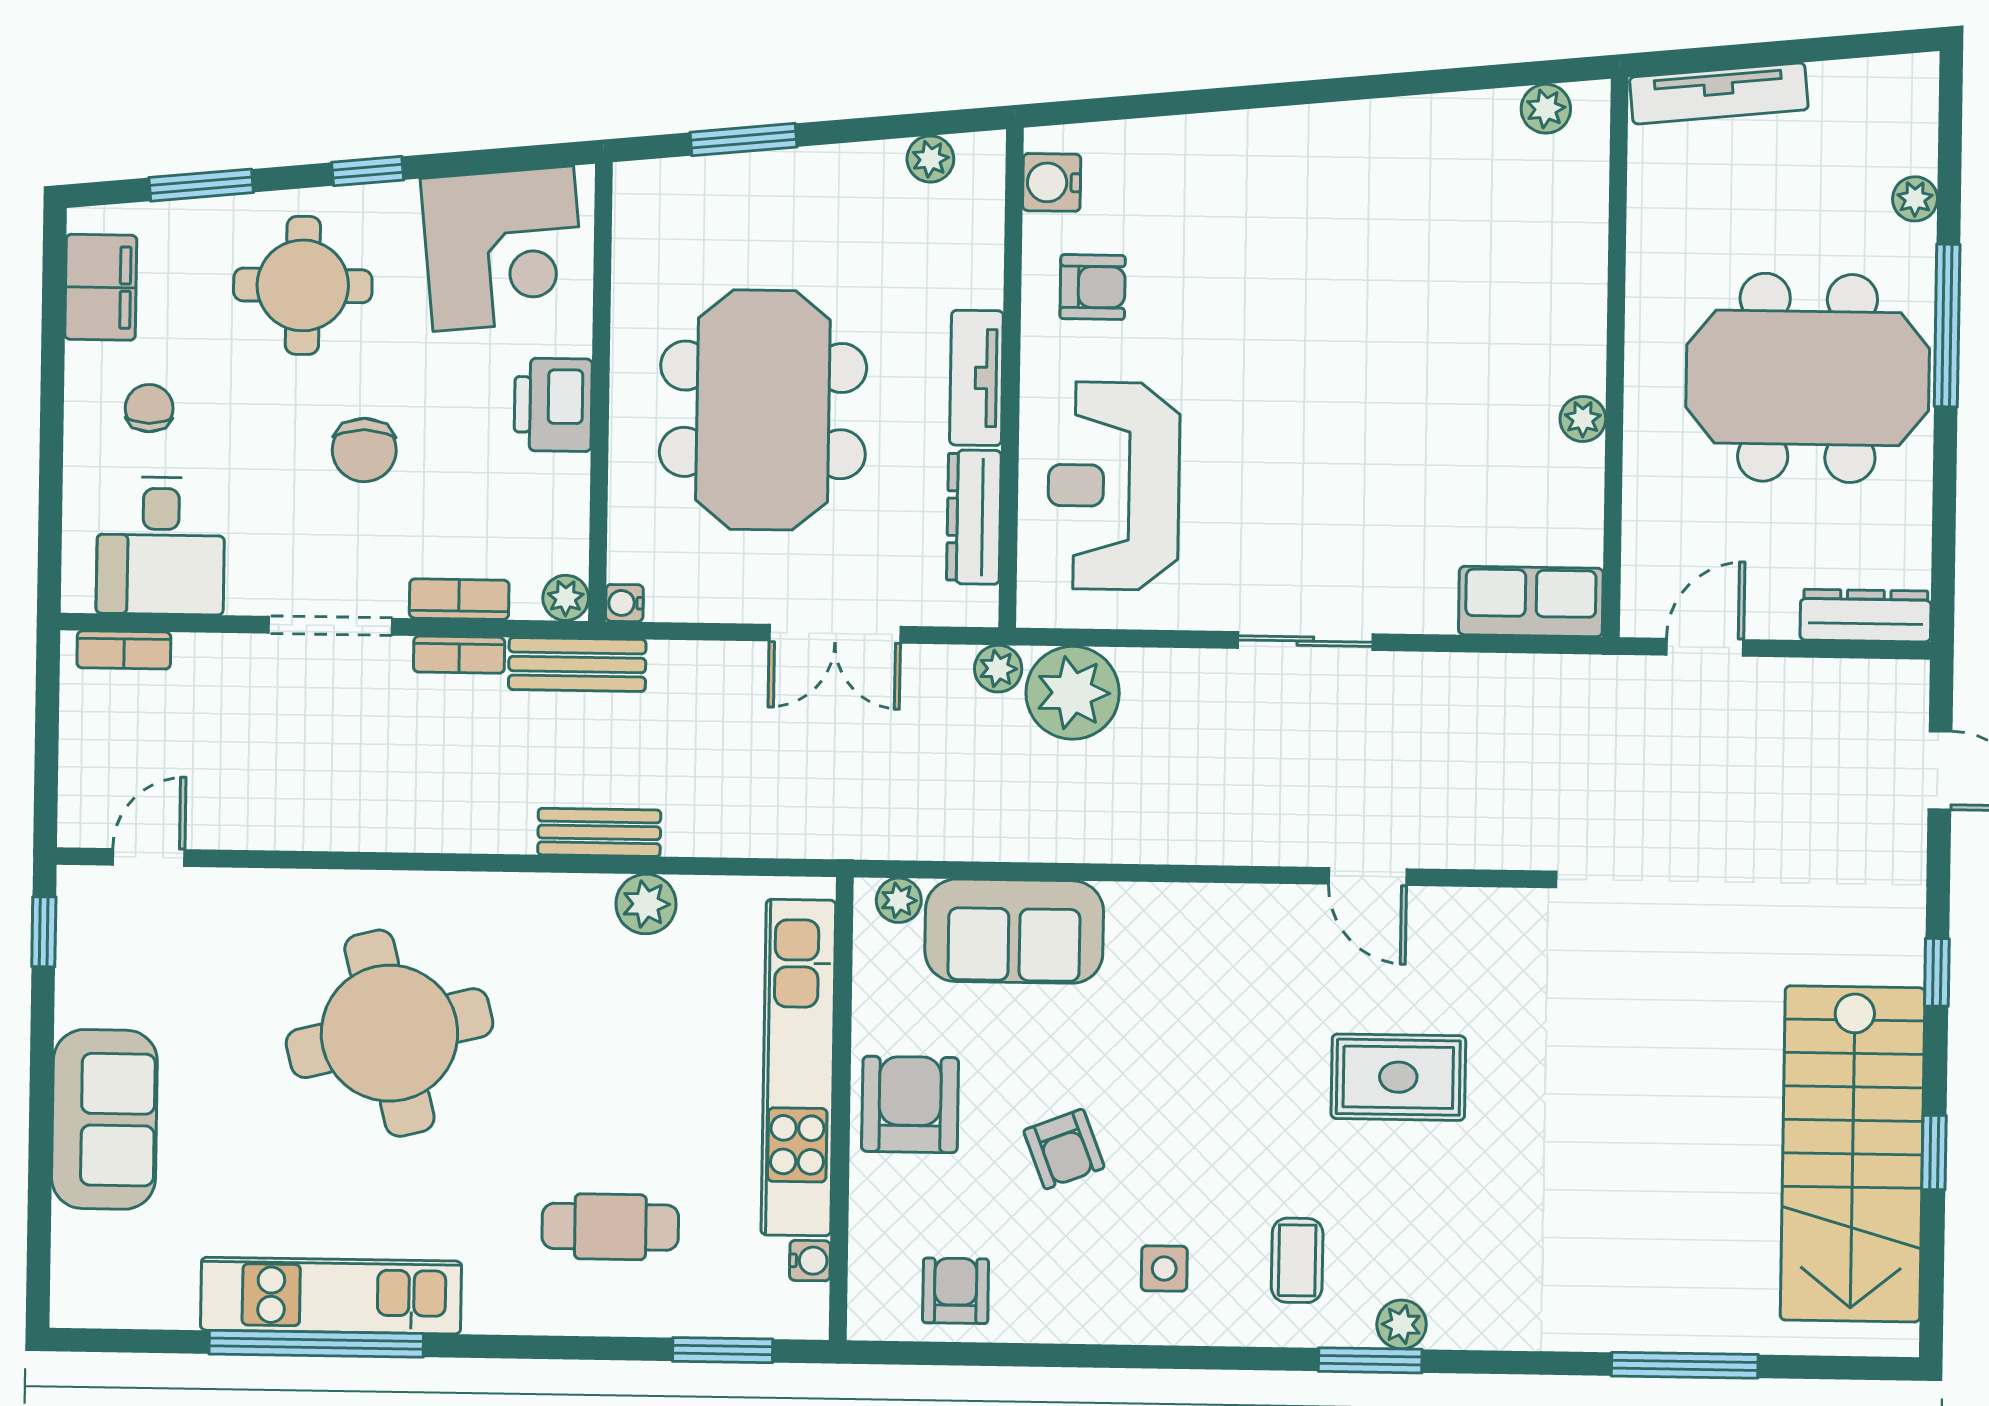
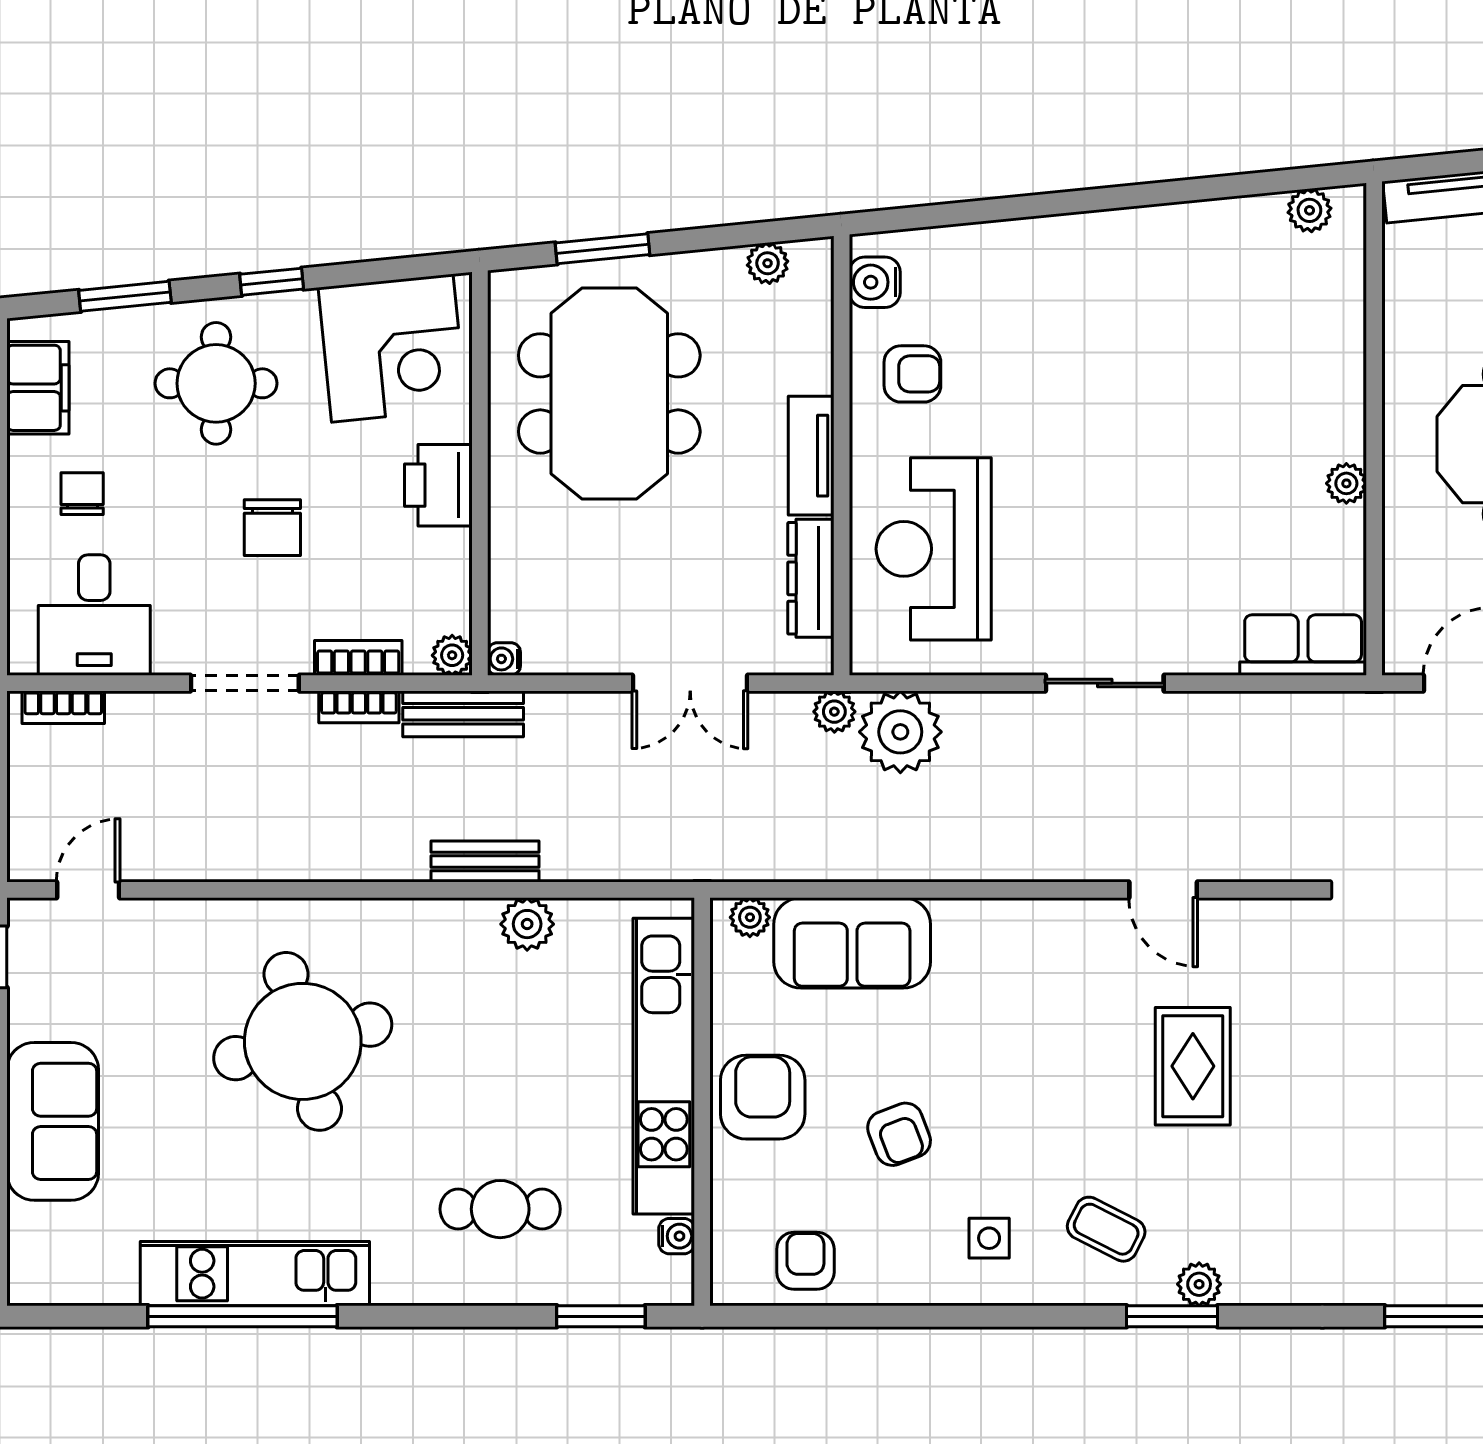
meeting table: (763, 410) -> (609, 393), moved
rug: (1398, 1077) -> (1193, 1066), turned 90
coffee table: (1297, 1260) -> (1106, 1229), turned -63

